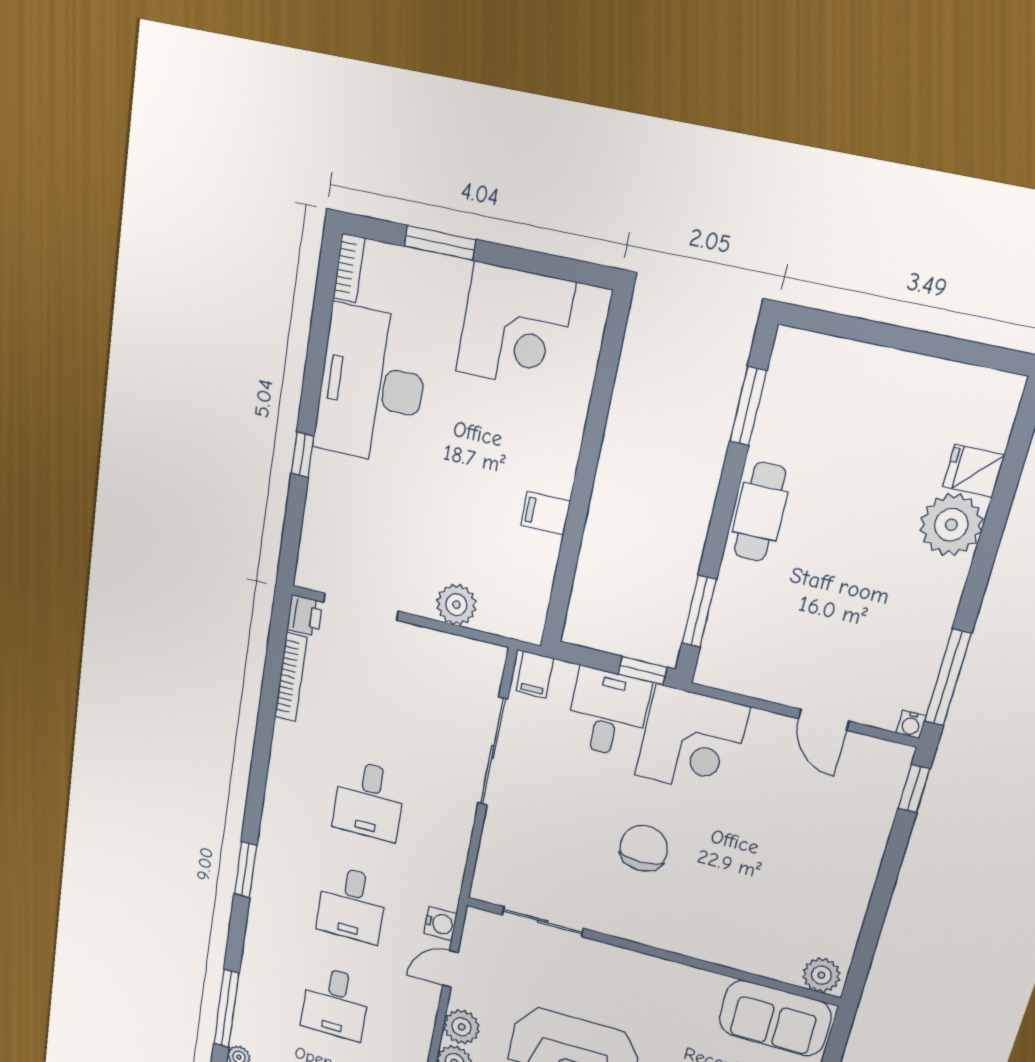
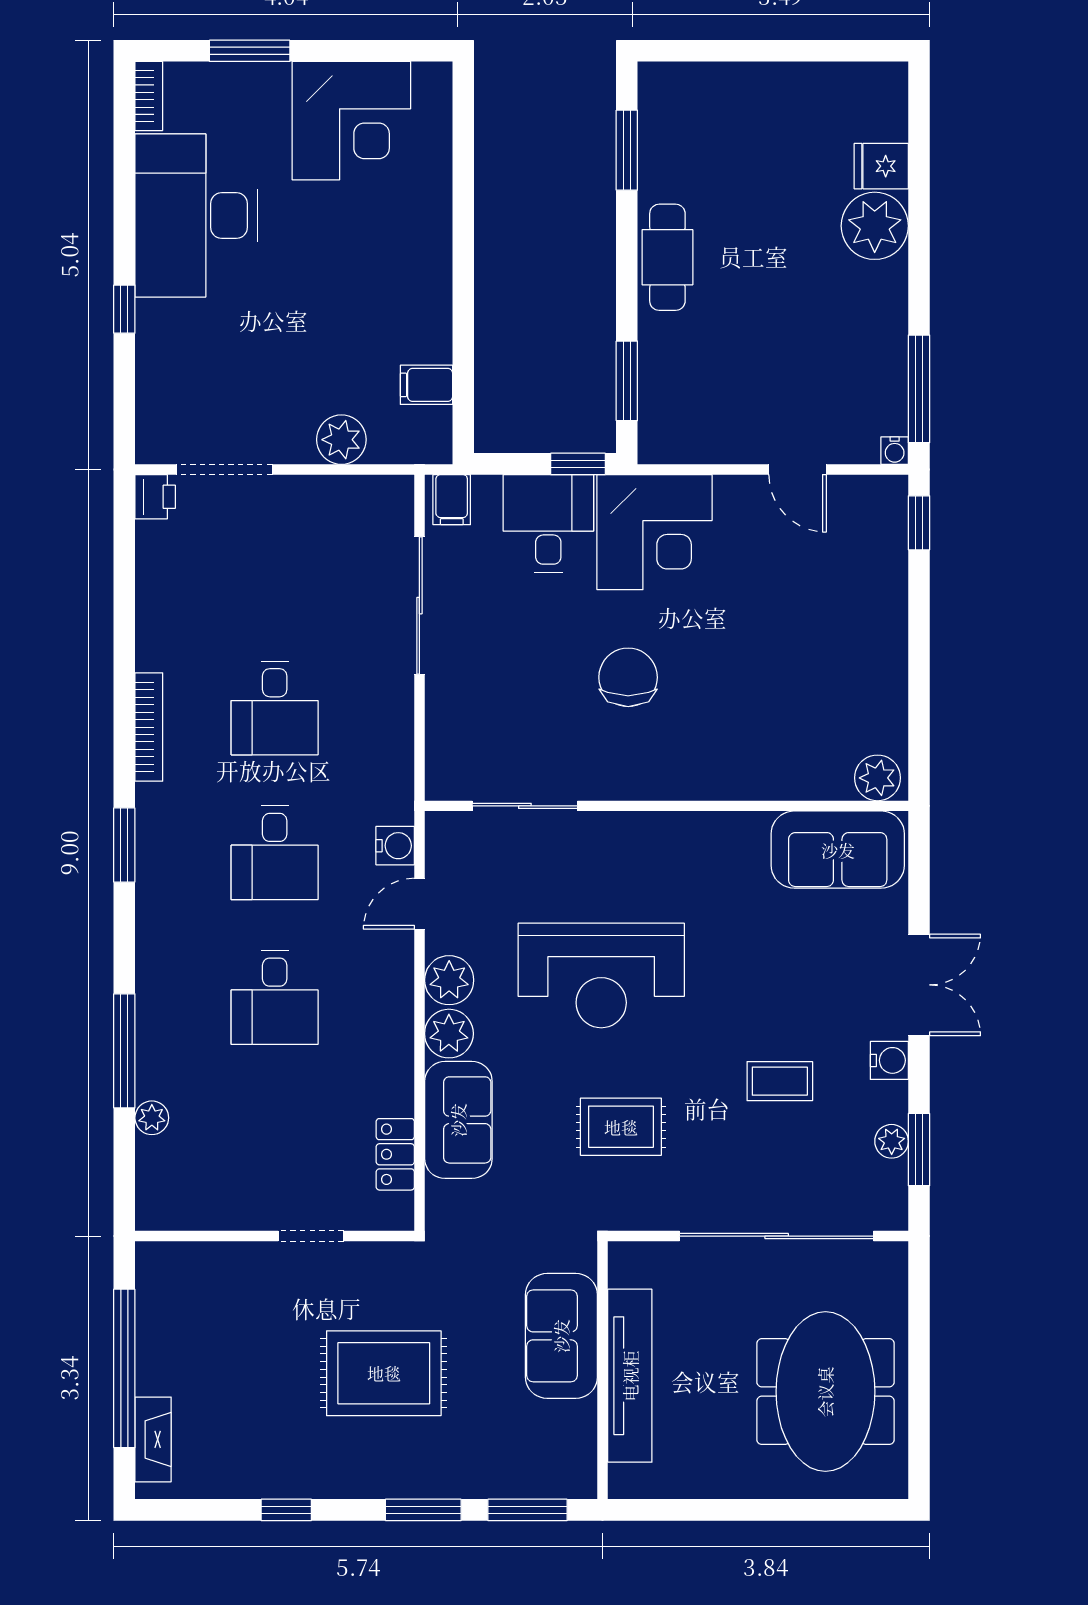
filing cabinet: (545, 513) -> (427, 385), moved
bookcase: (291, 677) -> (149, 727), moved

